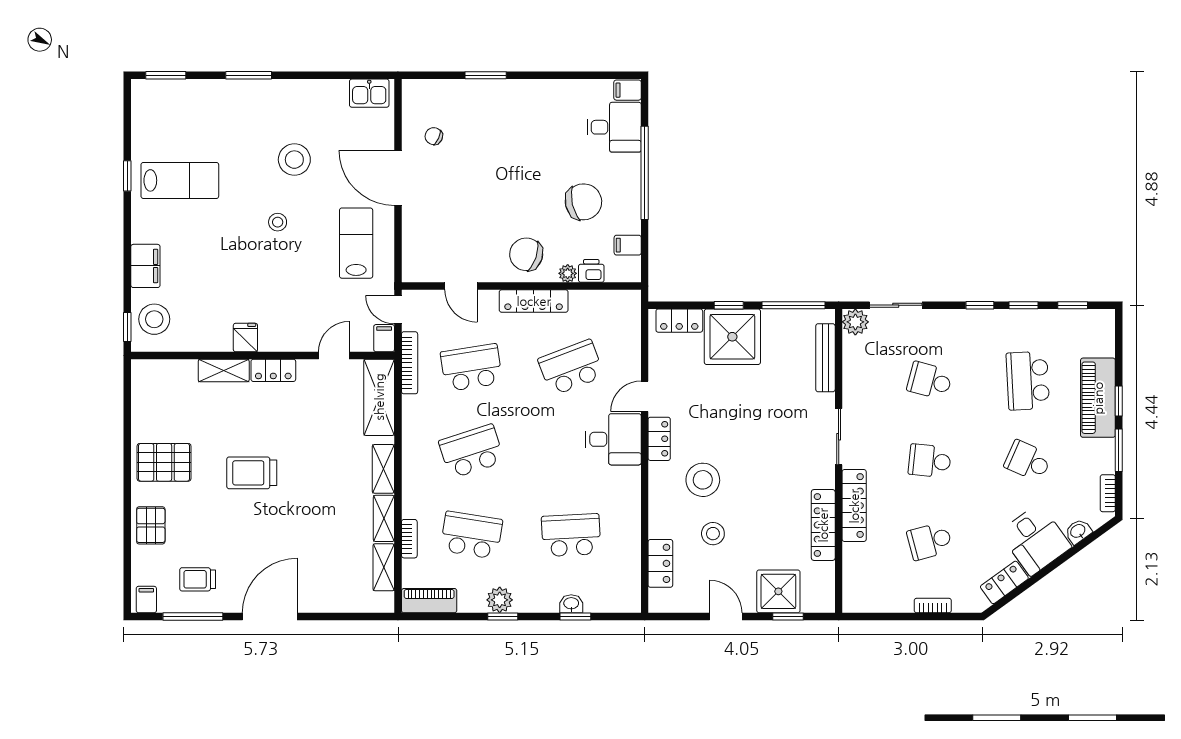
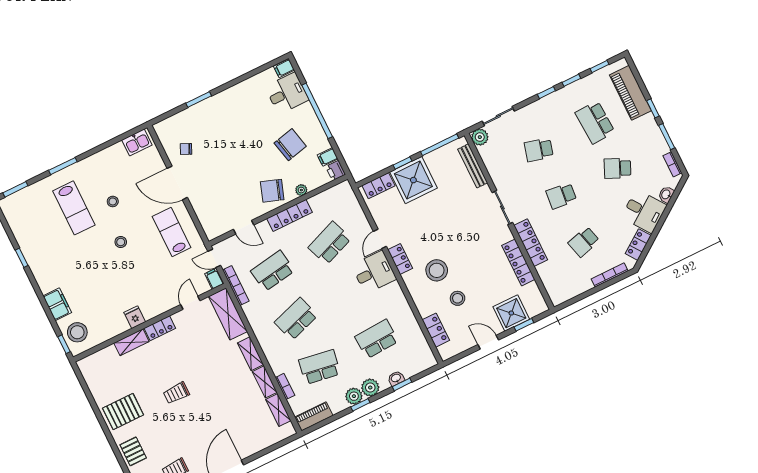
stool: (294, 160) -> (113, 201), width x0.53, depth x0.53
lab bench: (180, 180) -> (74, 208), moved, turned 90
printer: (591, 271) -> (336, 171), moved, turned -90
piano: (1098, 398) -> (630, 93), moved
trolley: (252, 473) -> (176, 393), width x0.73, depth x0.72
plant: (529, 599) -> (370, 388), added
bookcase: (933, 606) -> (610, 275), width x1.56

